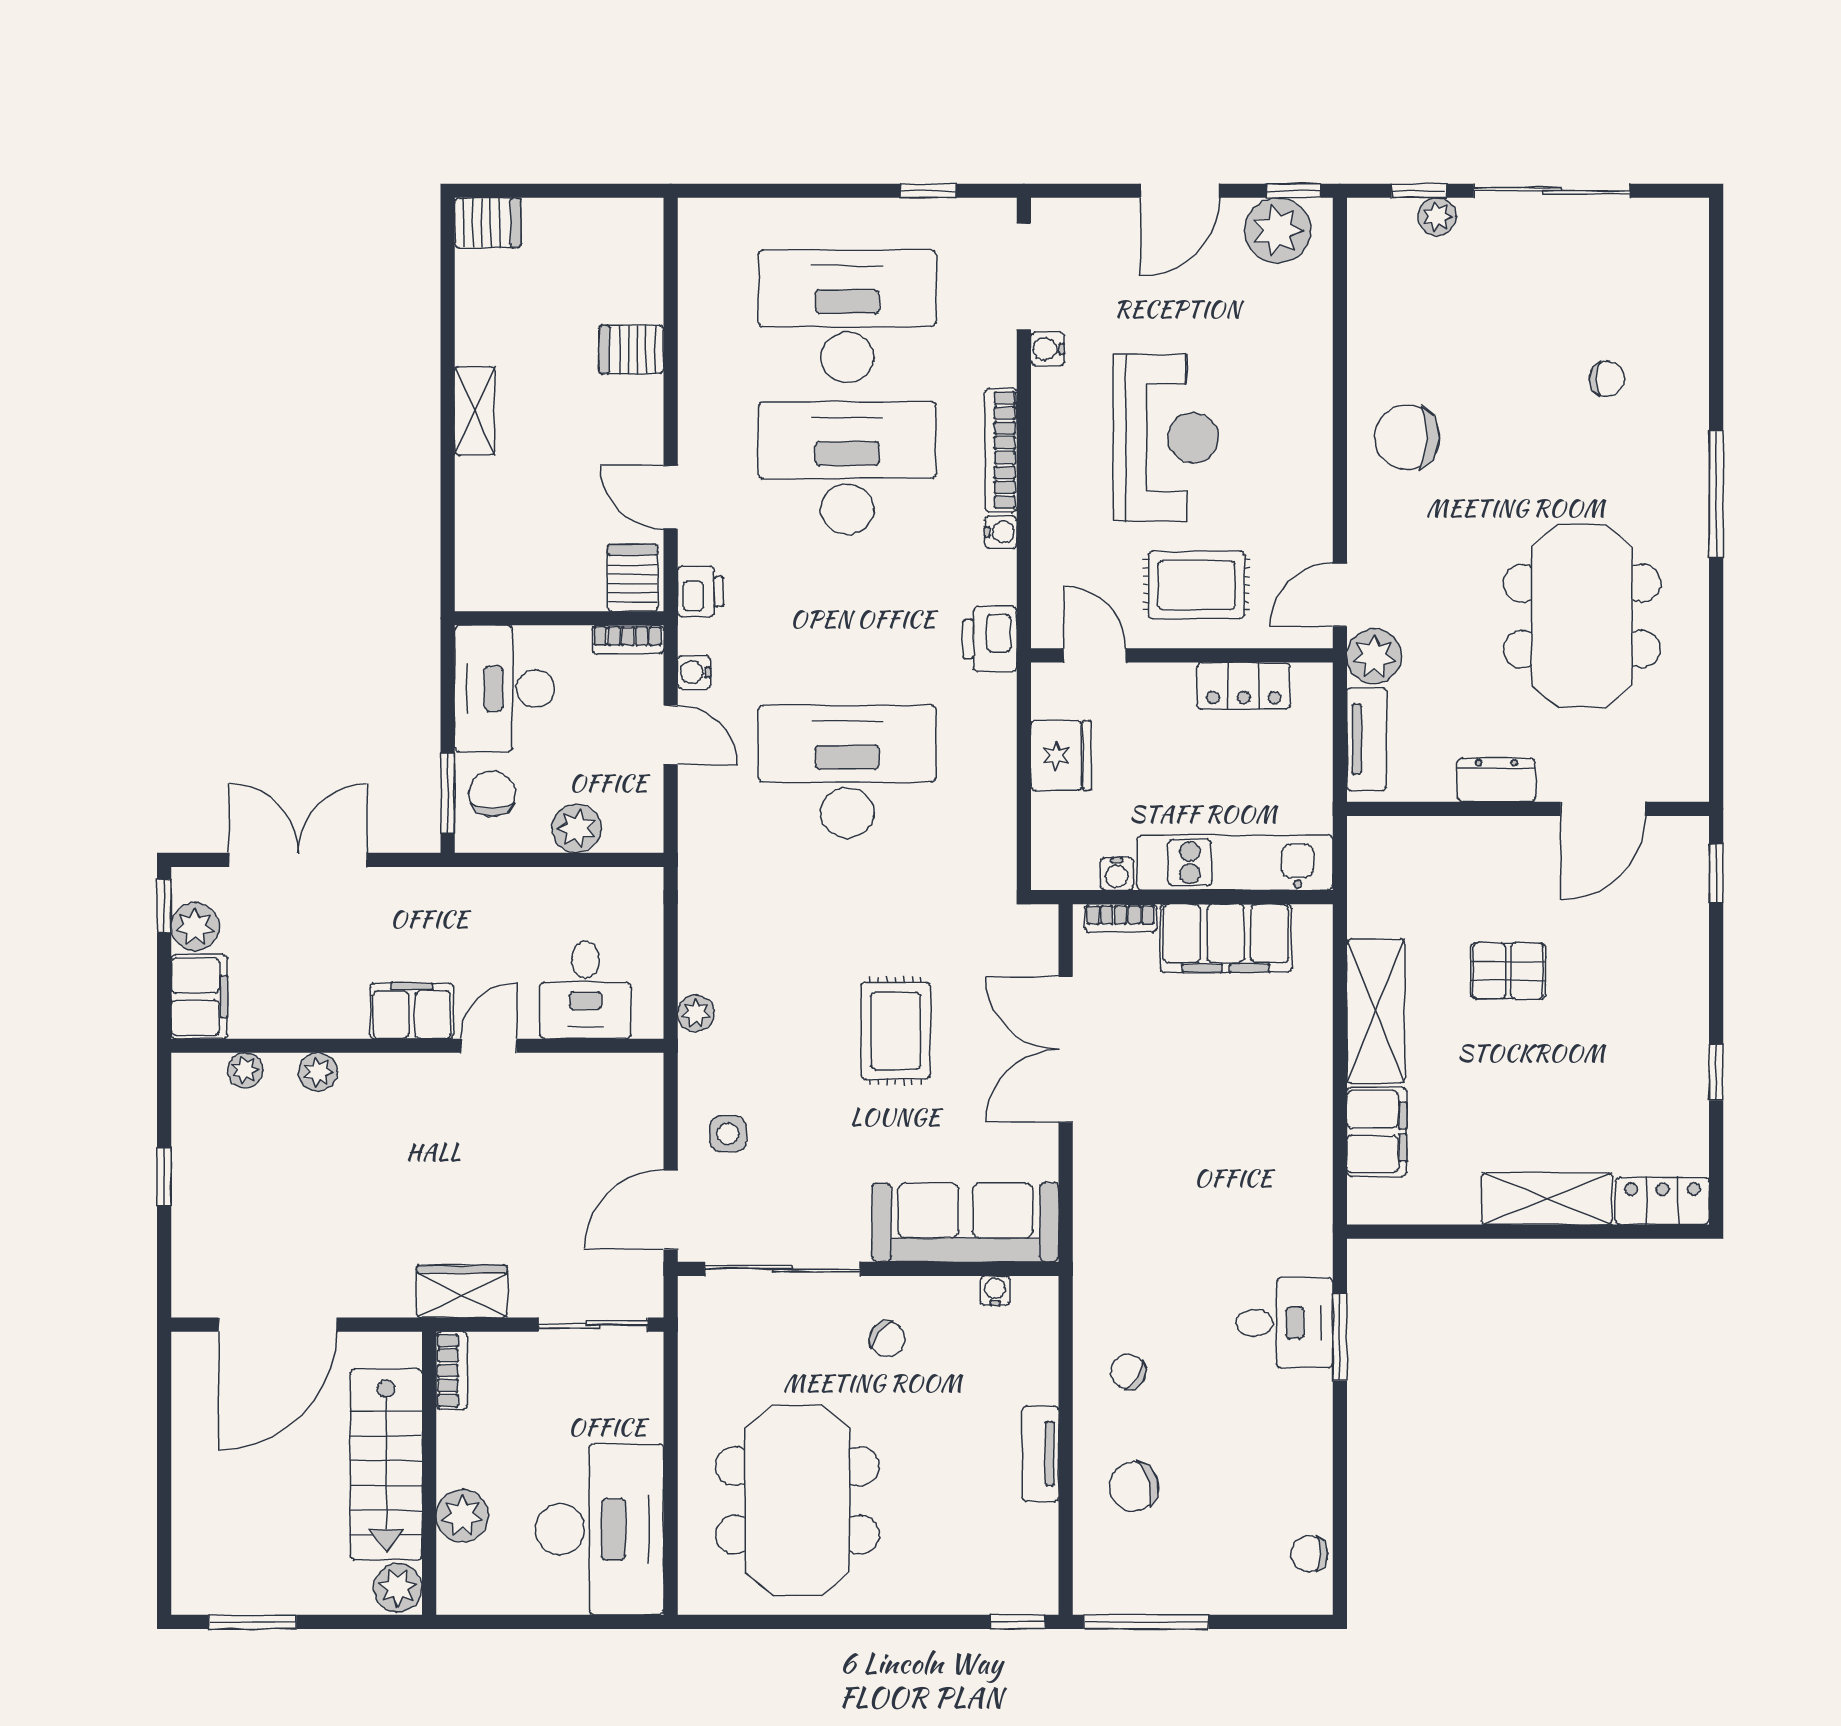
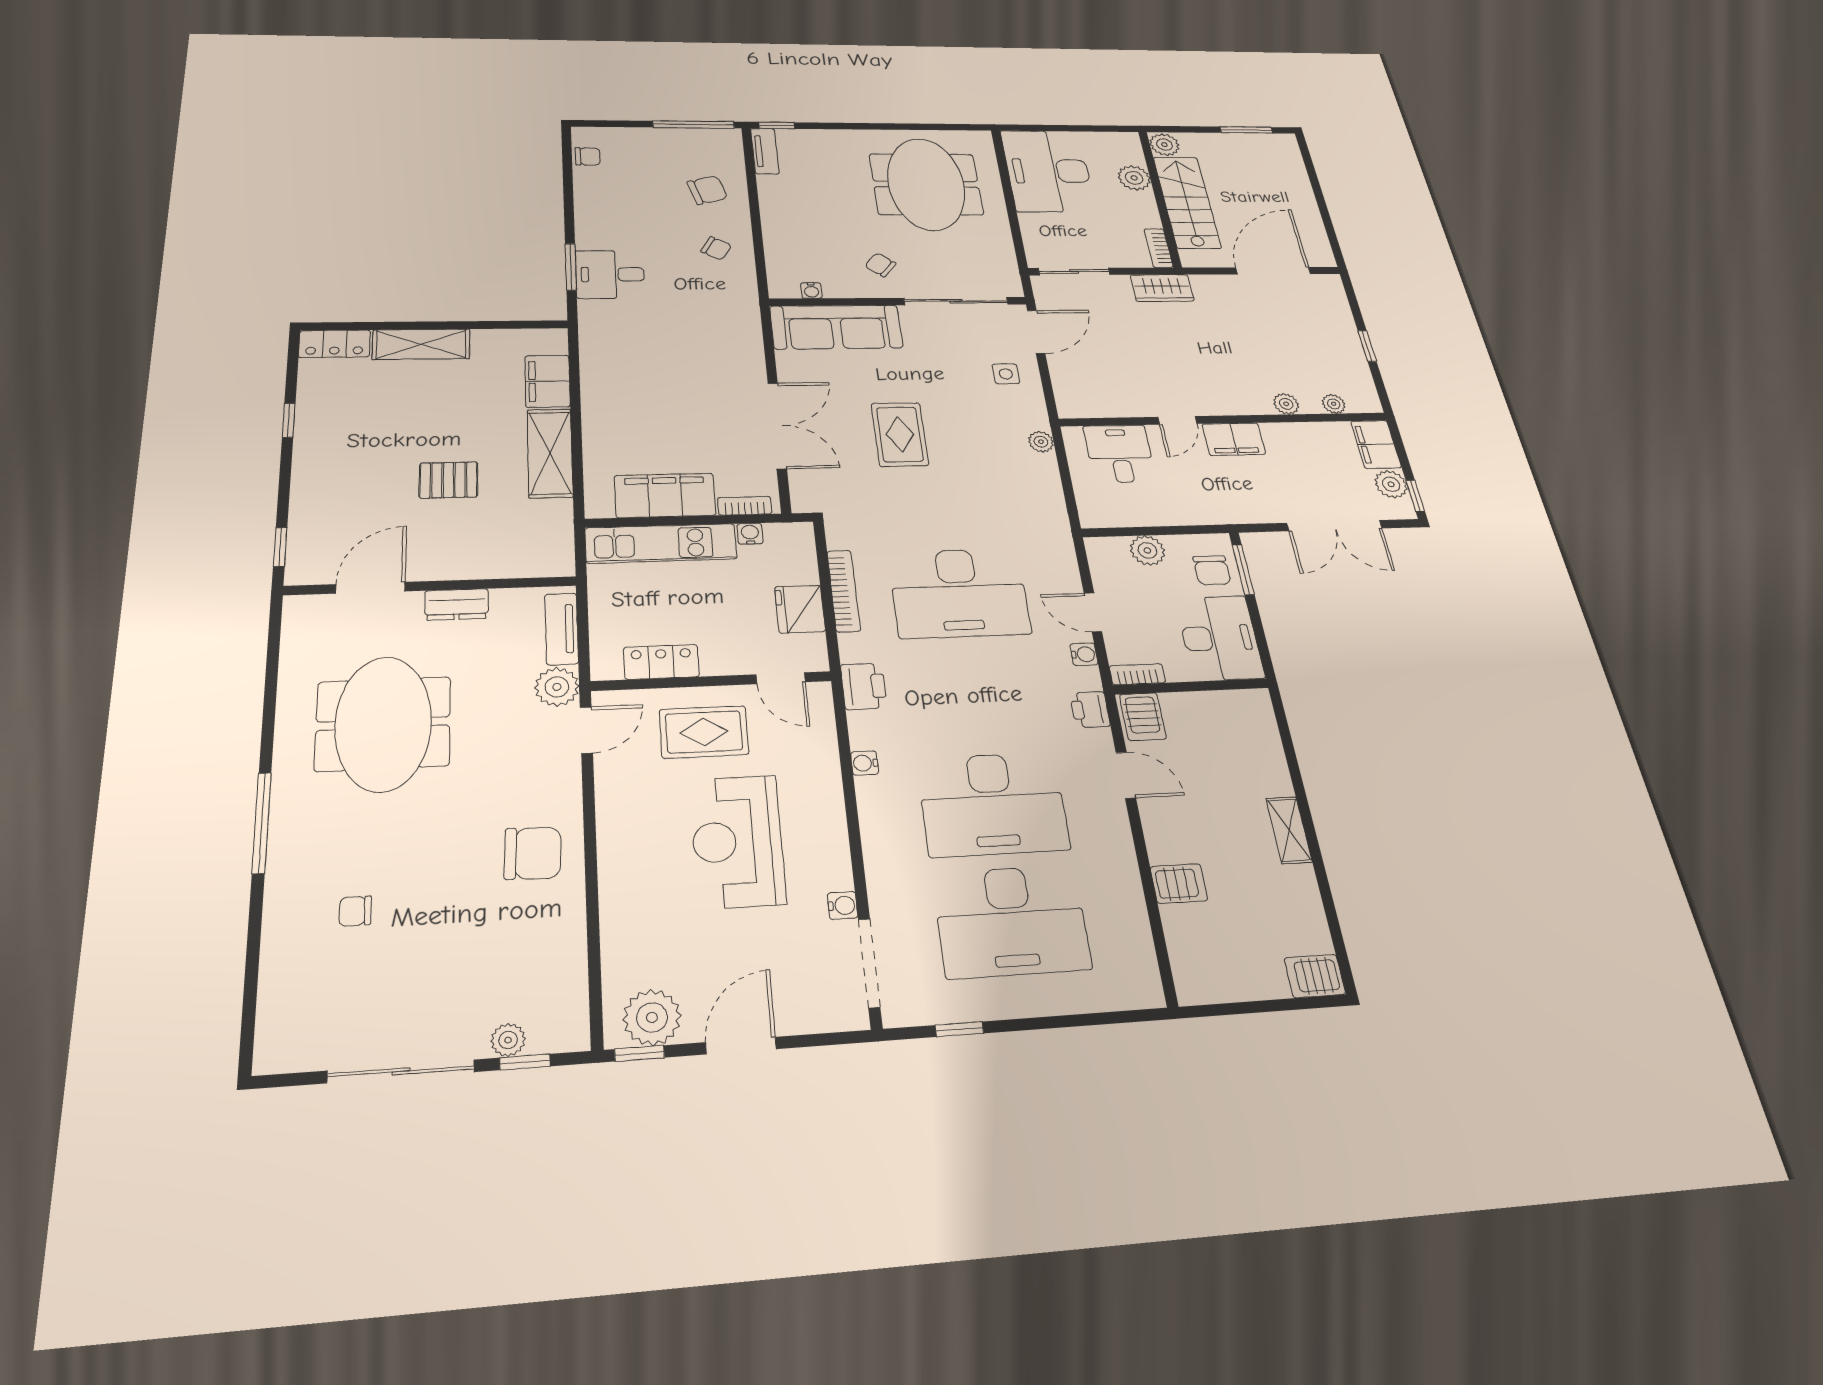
bookcase: (1001, 450) -> (844, 591), moved
tv unit: (1040, 1454) -> (765, 151), moved

